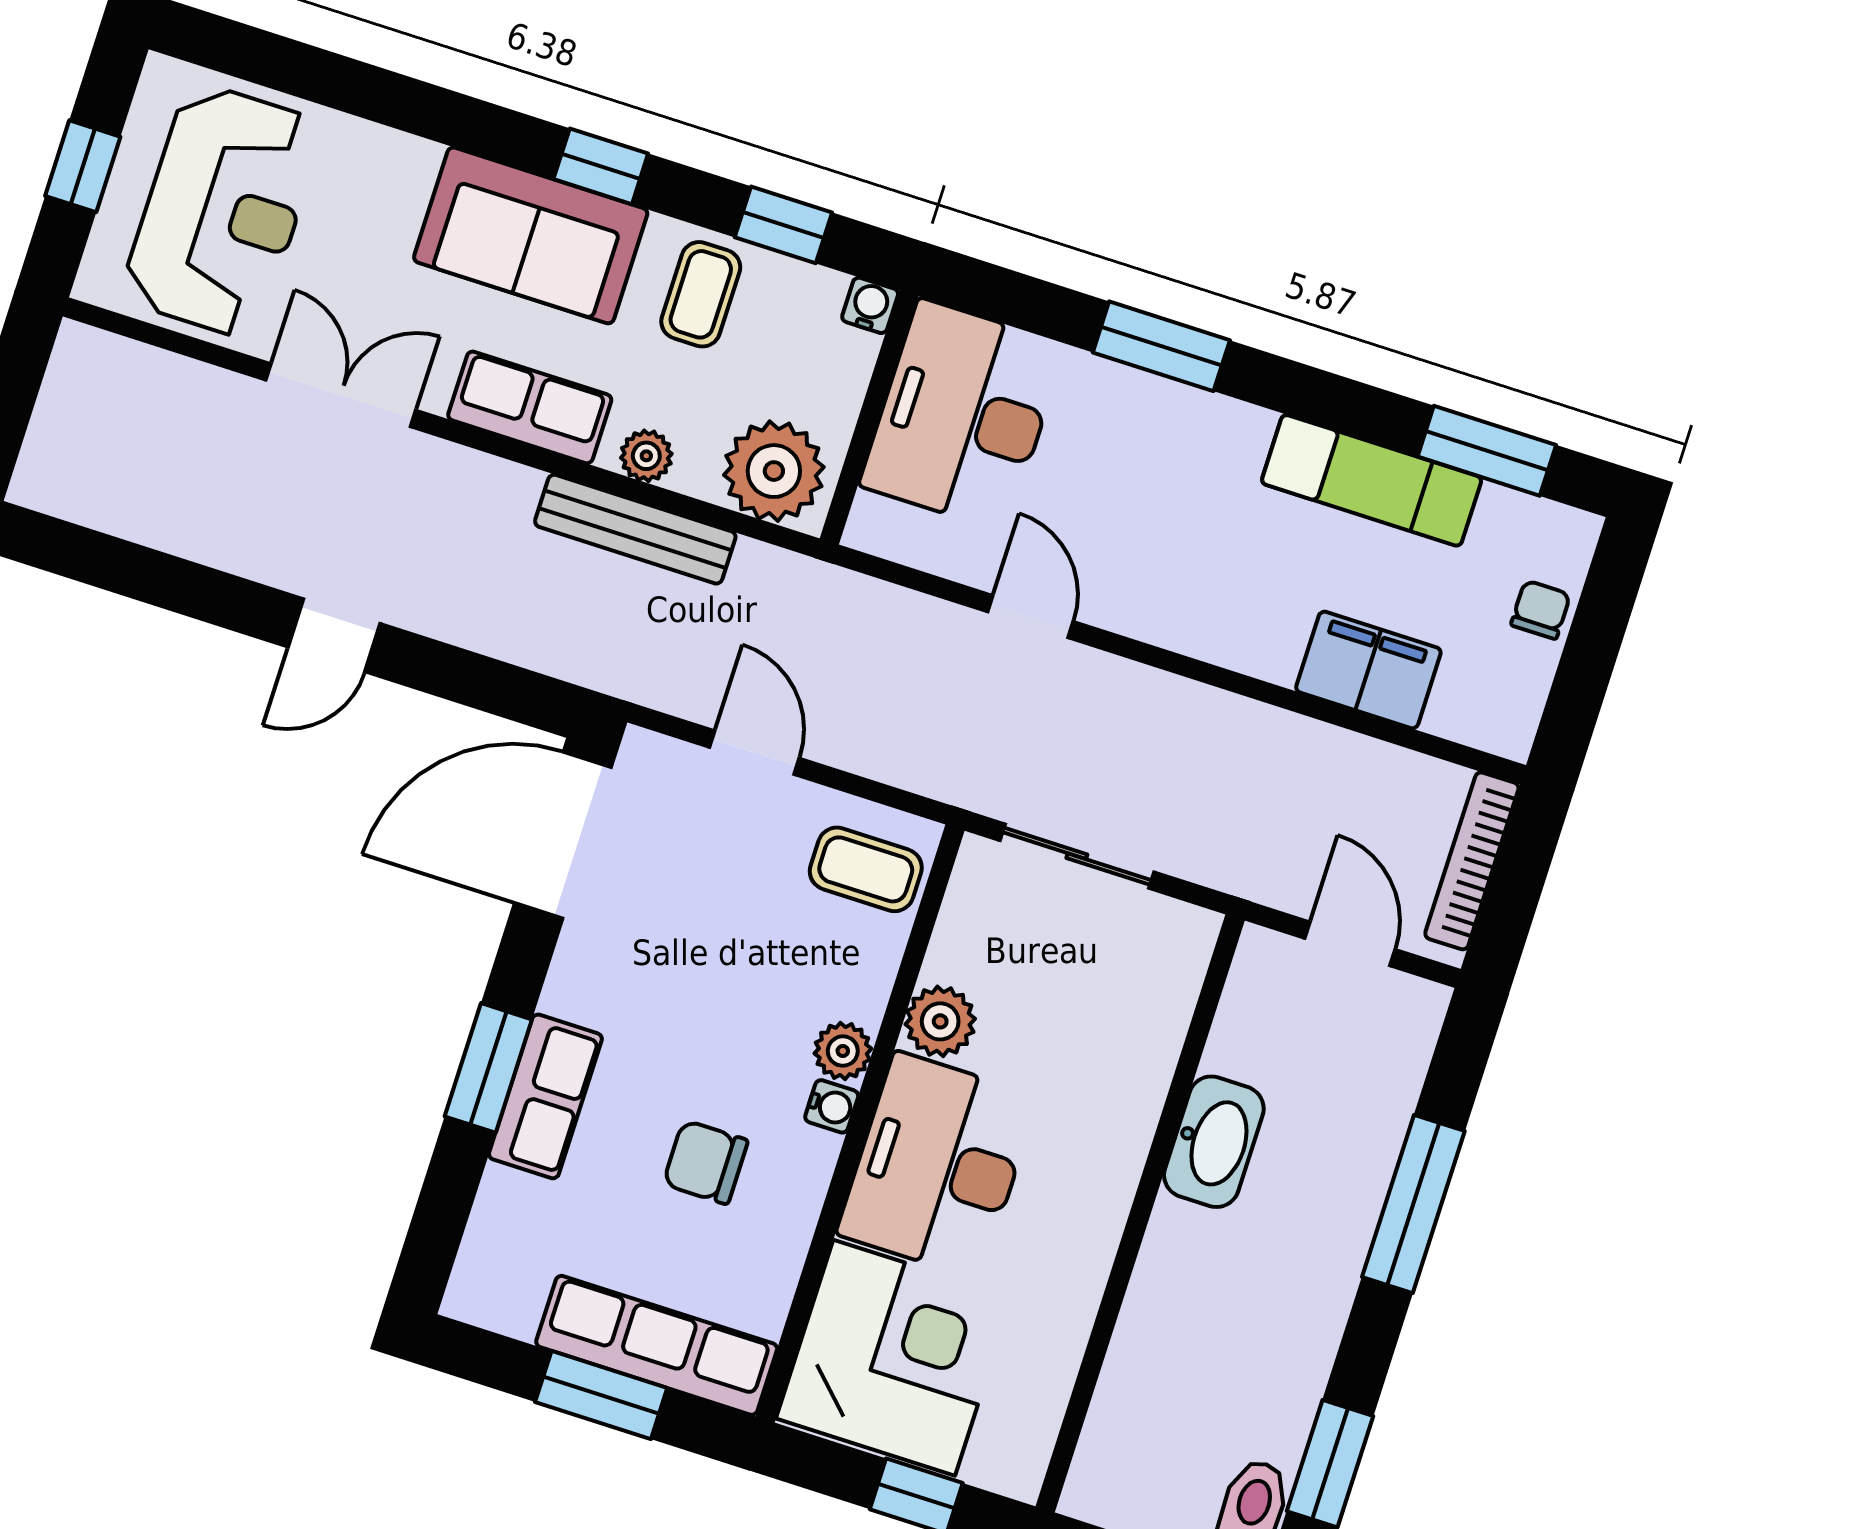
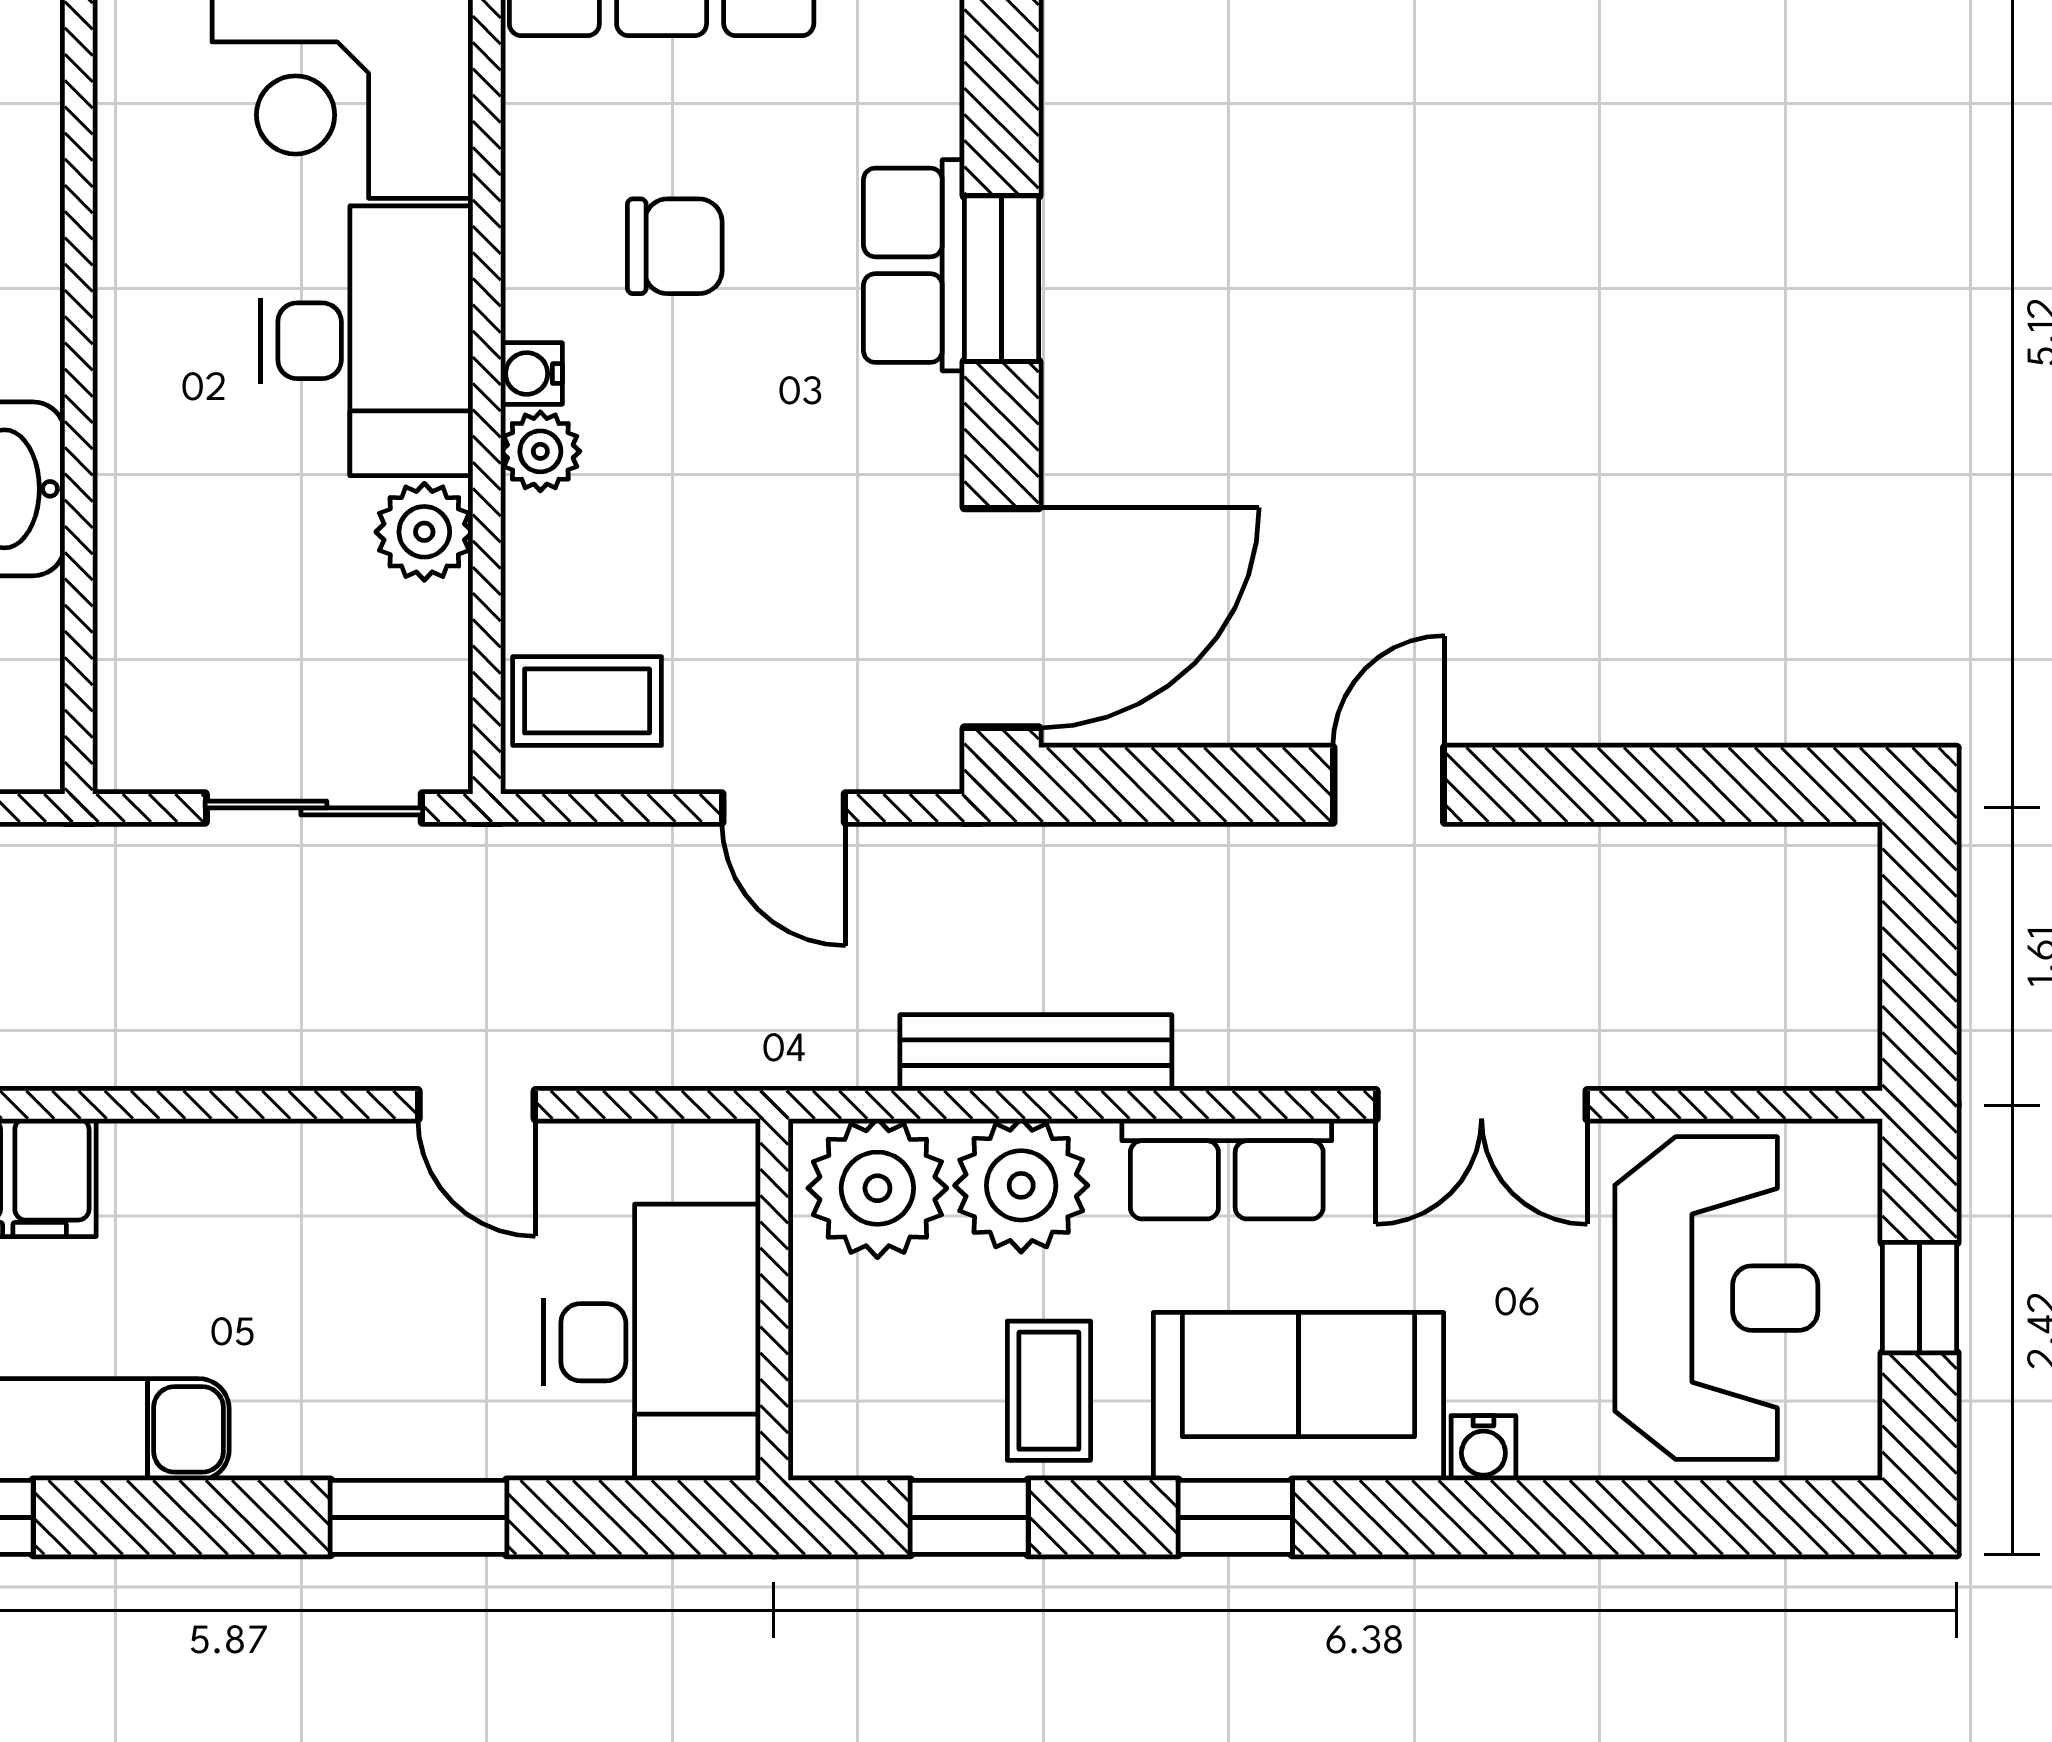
reception desk: (222, 211) -> (1716, 1298), turned 180
water cooler: (870, 305) -> (1483, 1448), moved
plant: (646, 456) -> (1021, 1185), width x1.87, depth x1.87

